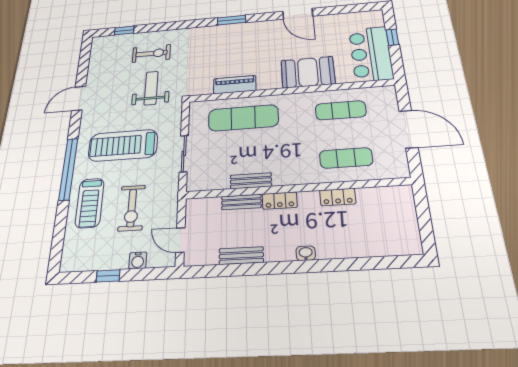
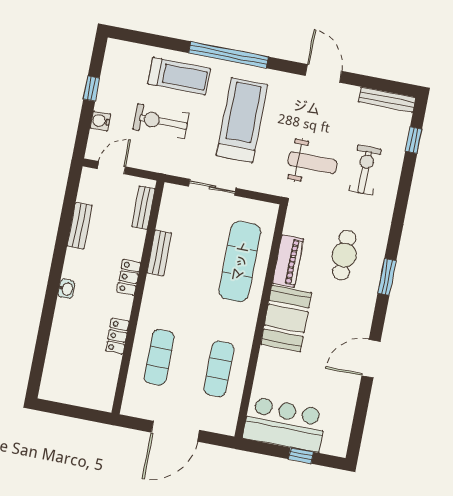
cafe table: (221, 50) -> (344, 255), added
exercise bike: (151, 53) -> (365, 170), turned 180
bench: (95, 54) -> (387, 100), added
booth: (308, 72) -> (286, 318), moved
bench: (241, 202) -> (143, 208), moved
treadmill: (90, 203) -> (179, 76), turned 180

